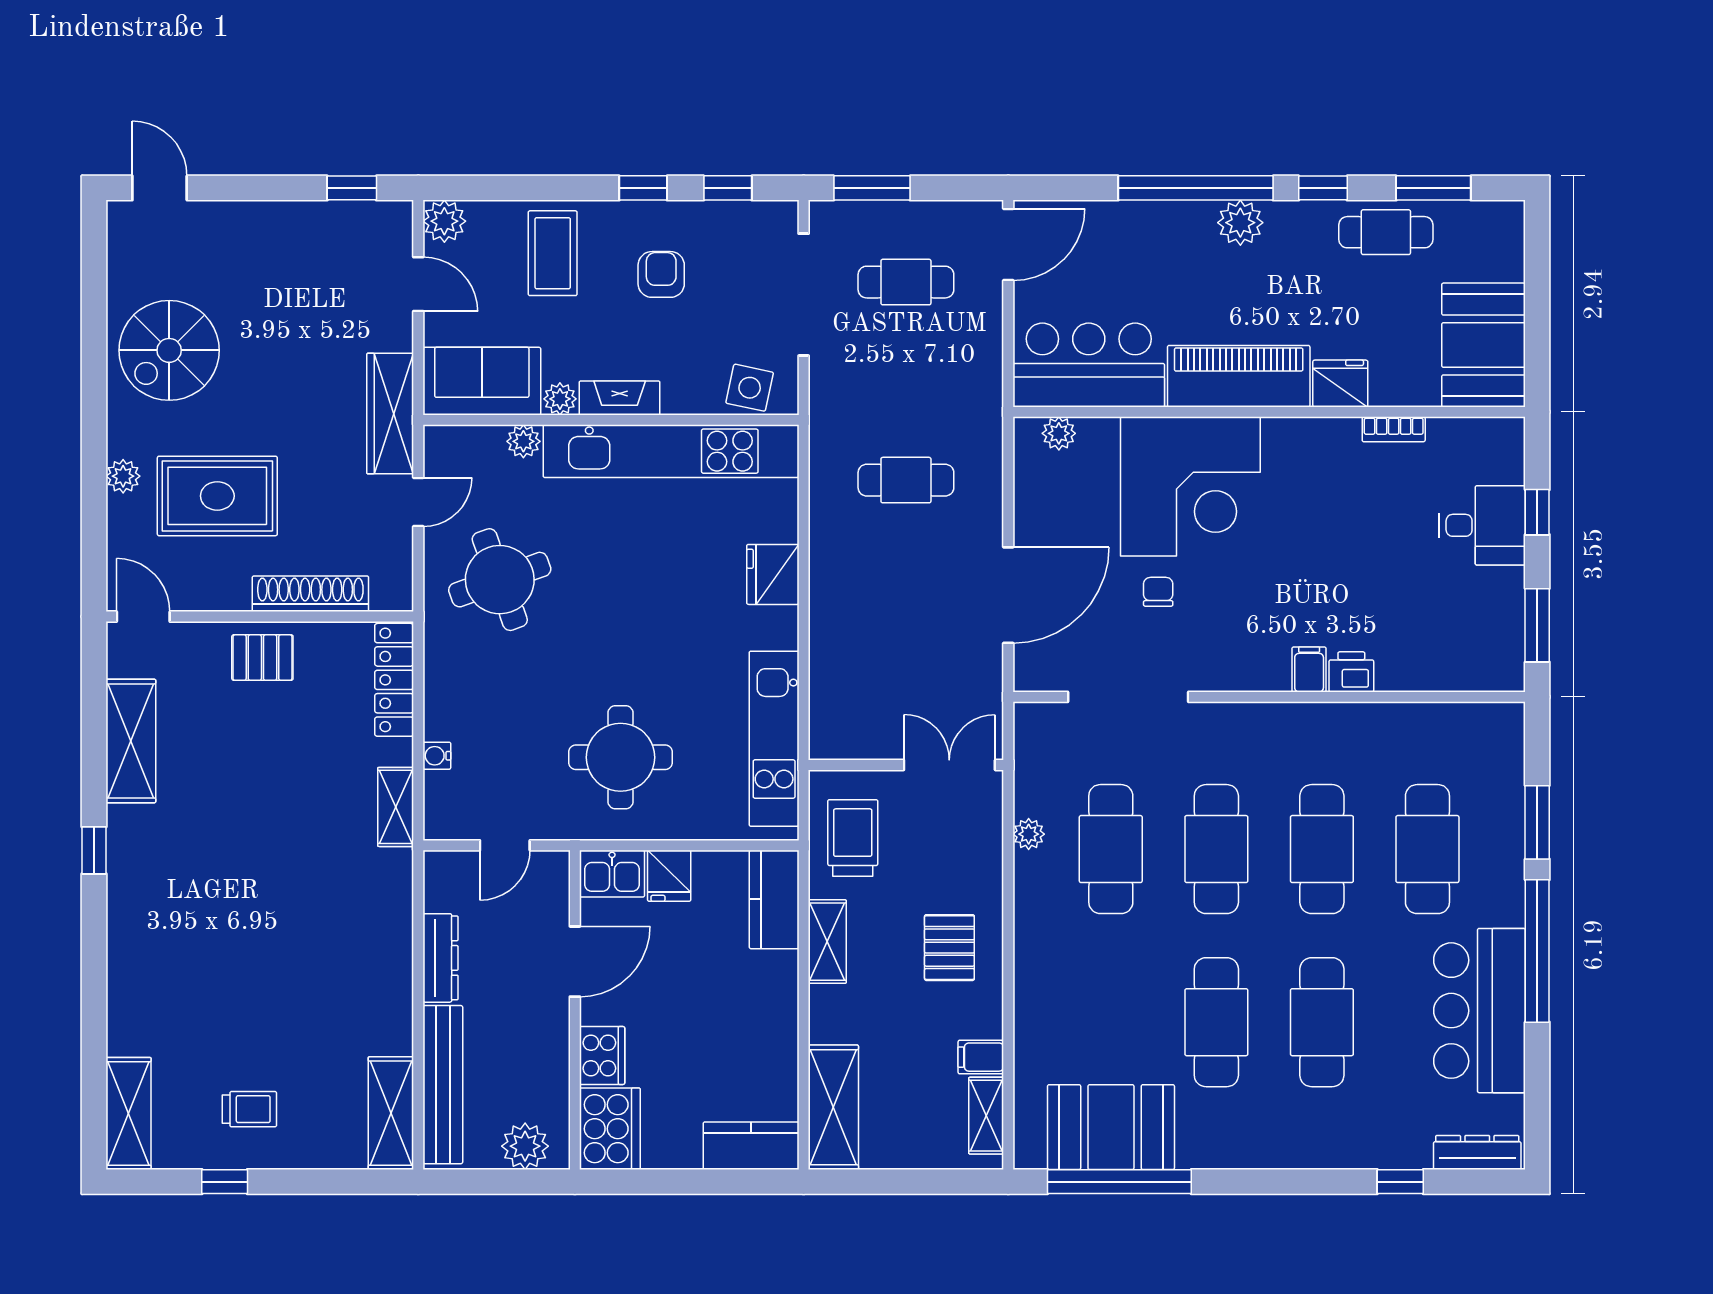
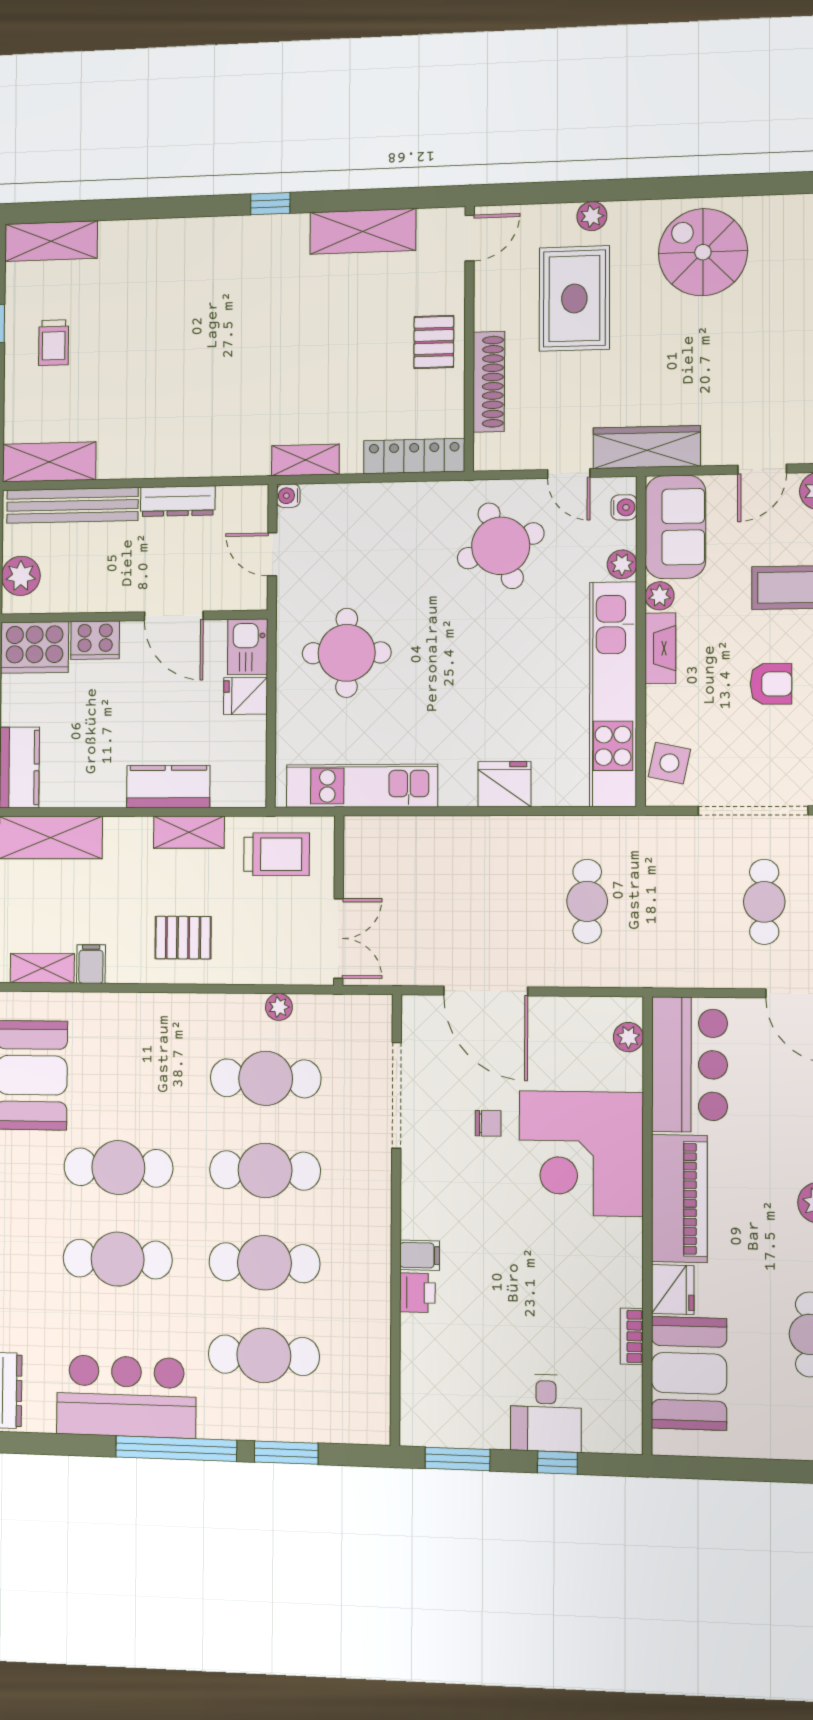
booth: (1484, 345) -> (689, 1373), moved, turned 90
water cooler: (458, 439) -> (624, 507), added
water cooler: (437, 756) -> (288, 496), moved, turned -90
kitchen counter: (774, 899) -> (168, 787), moved

